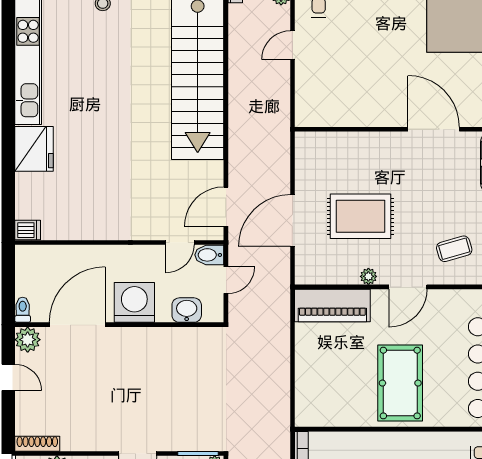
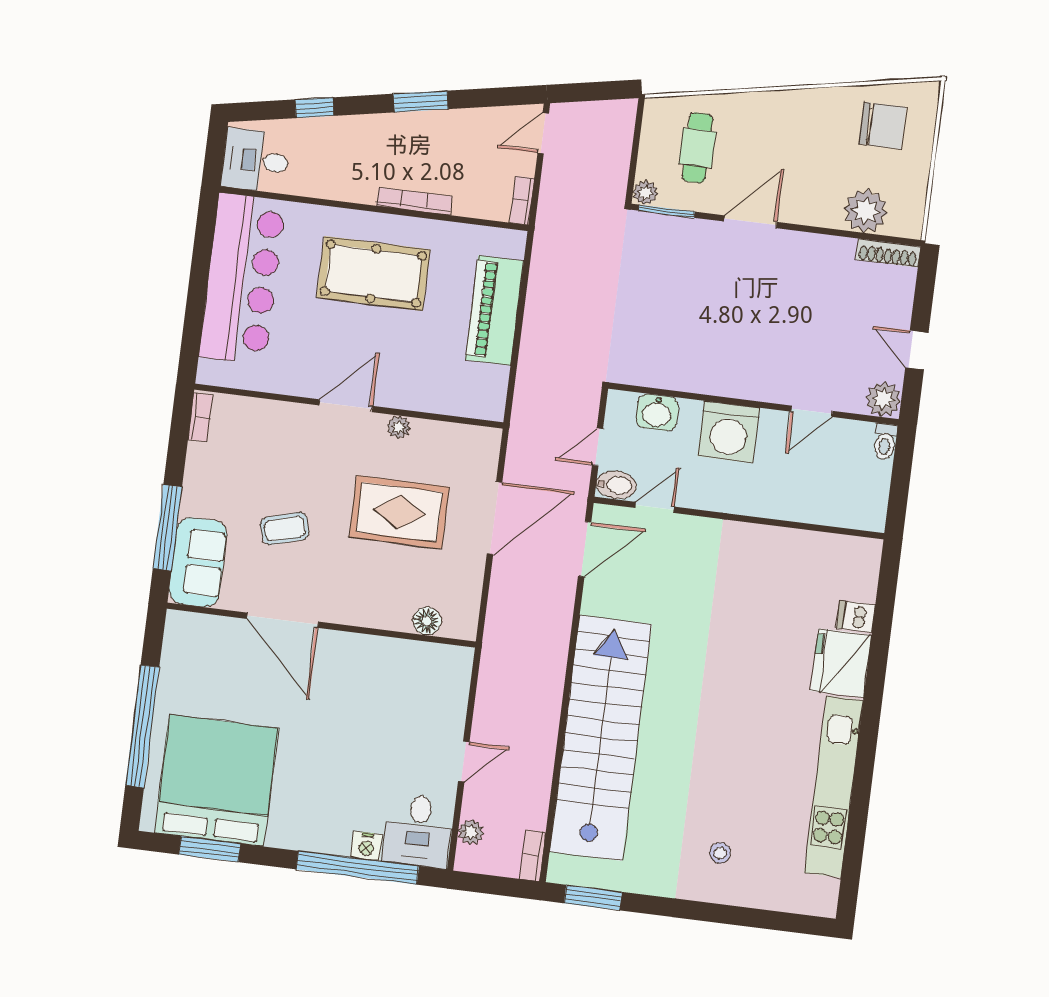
floor lamp: (331, 142) -> (427, 621), added
dishwasher: (28, 230) -> (856, 617), moved
coffee table: (454, 249) -> (285, 529), moved
piano: (332, 306) -> (495, 310), moved, turned -90
door: (77, 325) -> (812, 411), width x0.53
pool table: (400, 383) -> (373, 274), turned 90
bookcase: (378, 438) -> (414, 201), added

